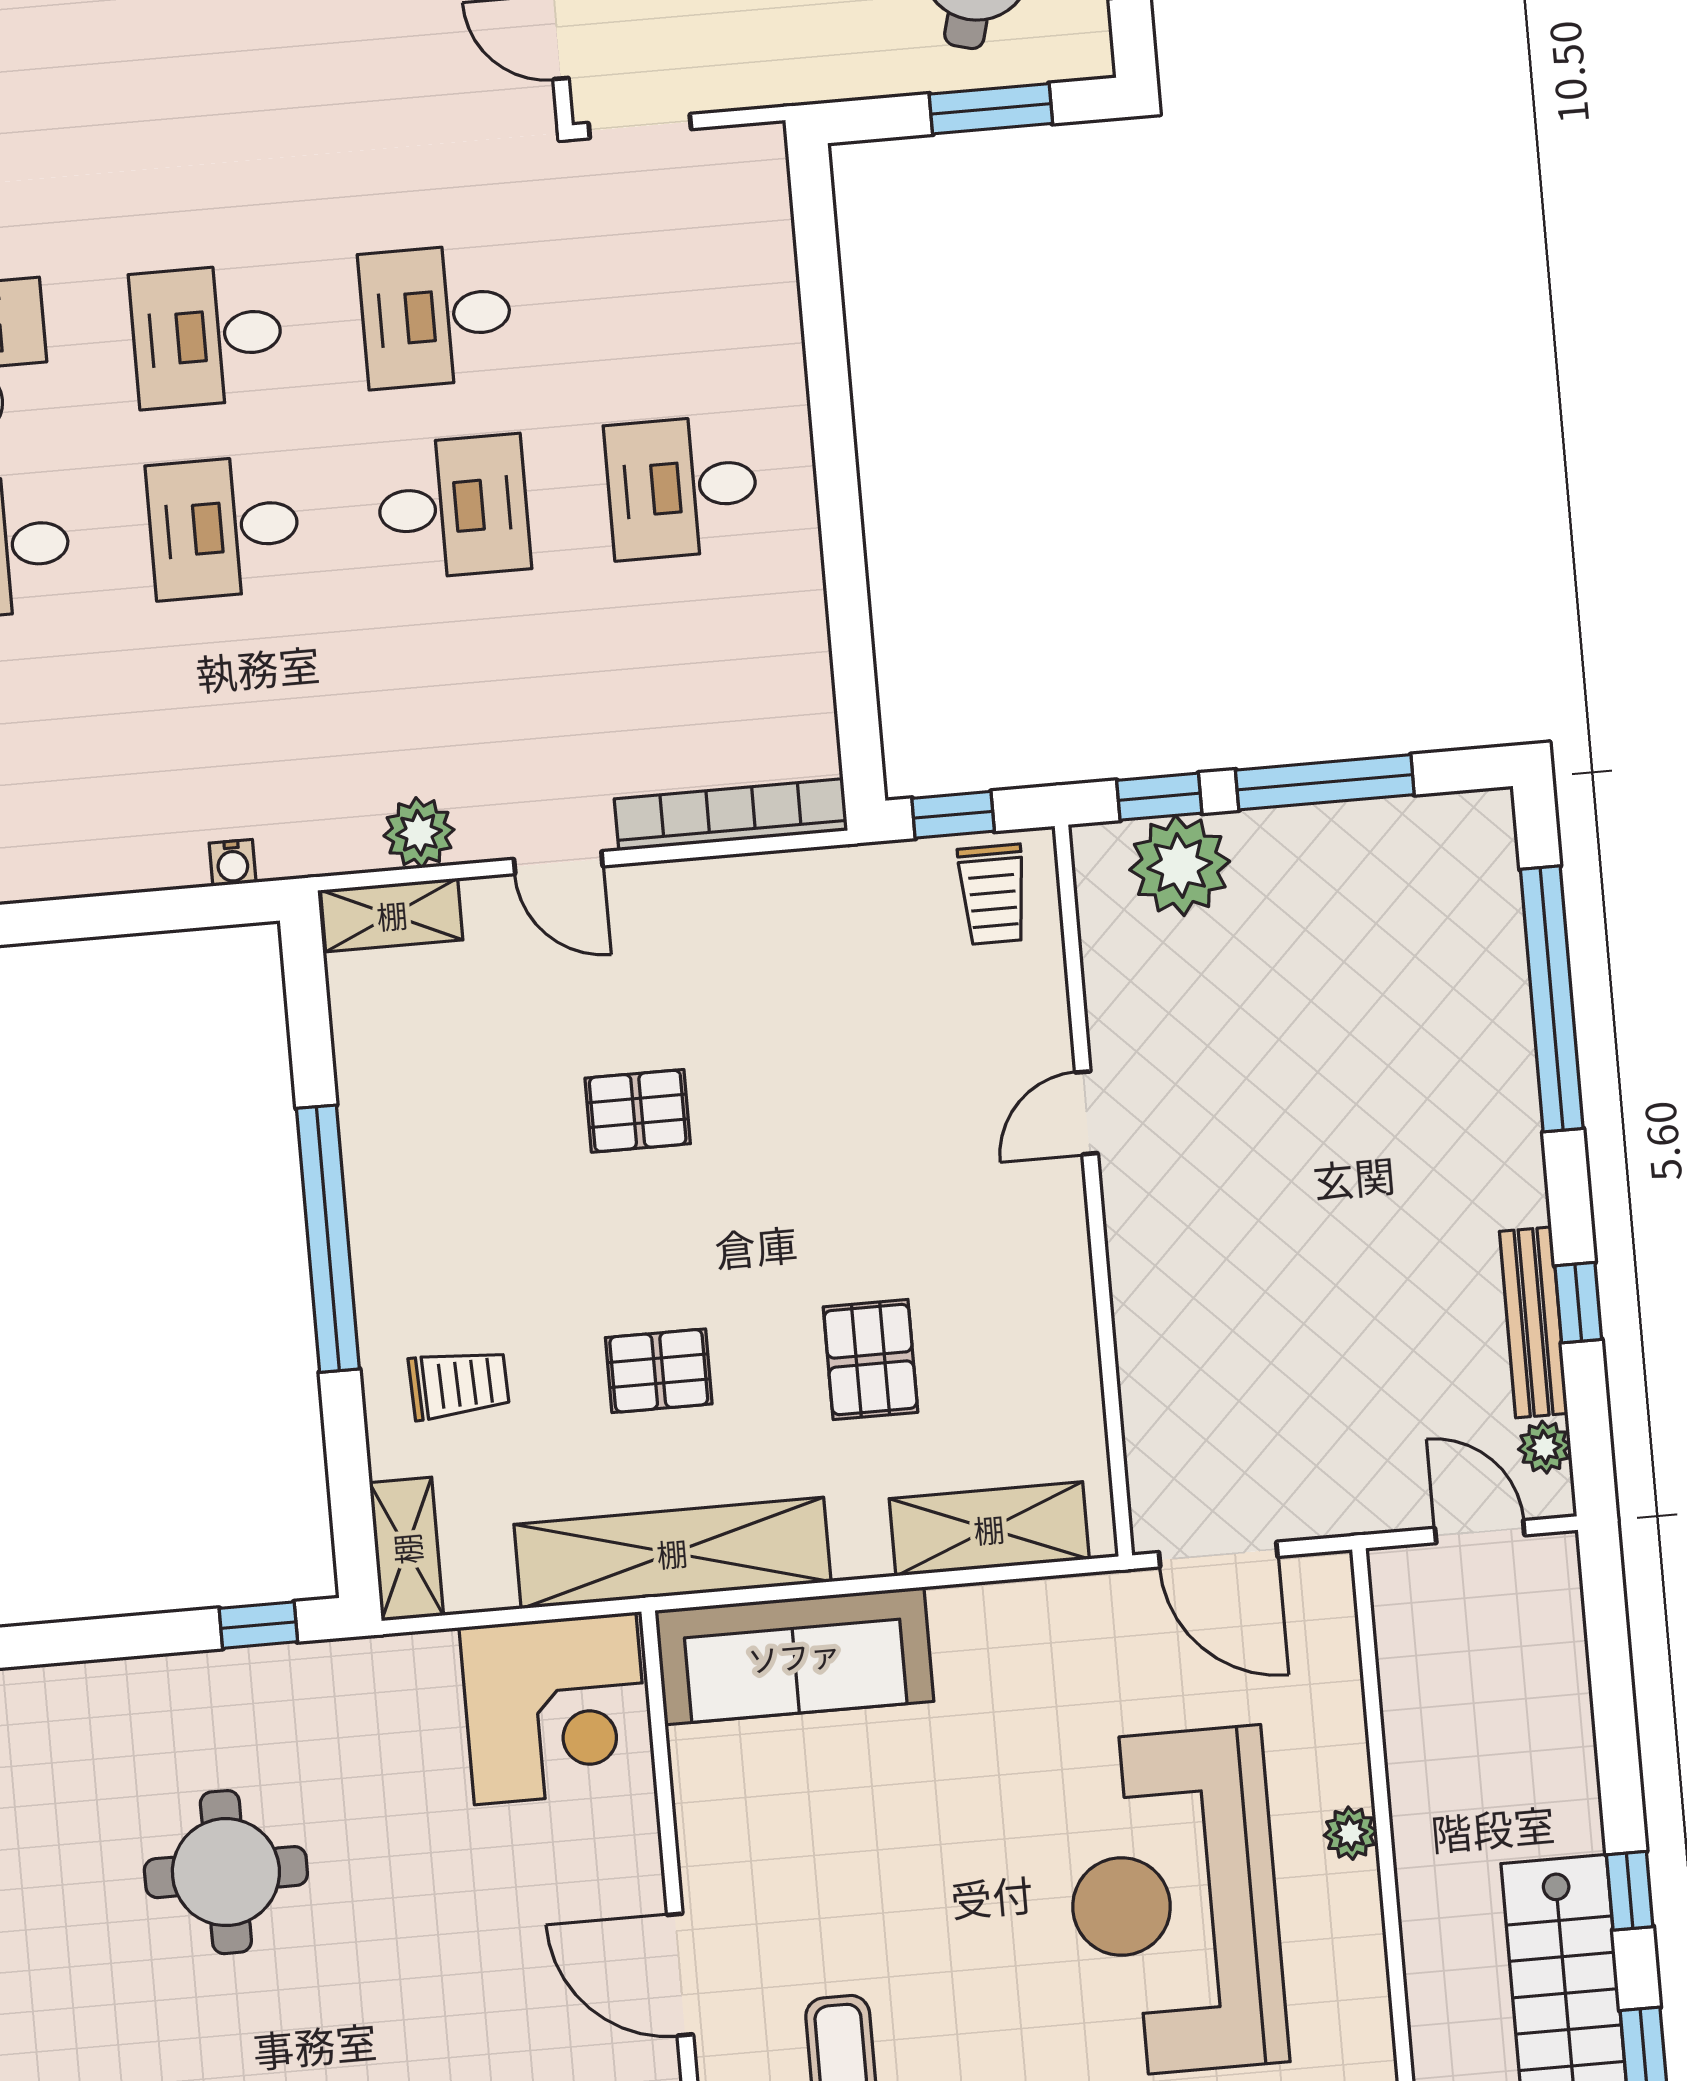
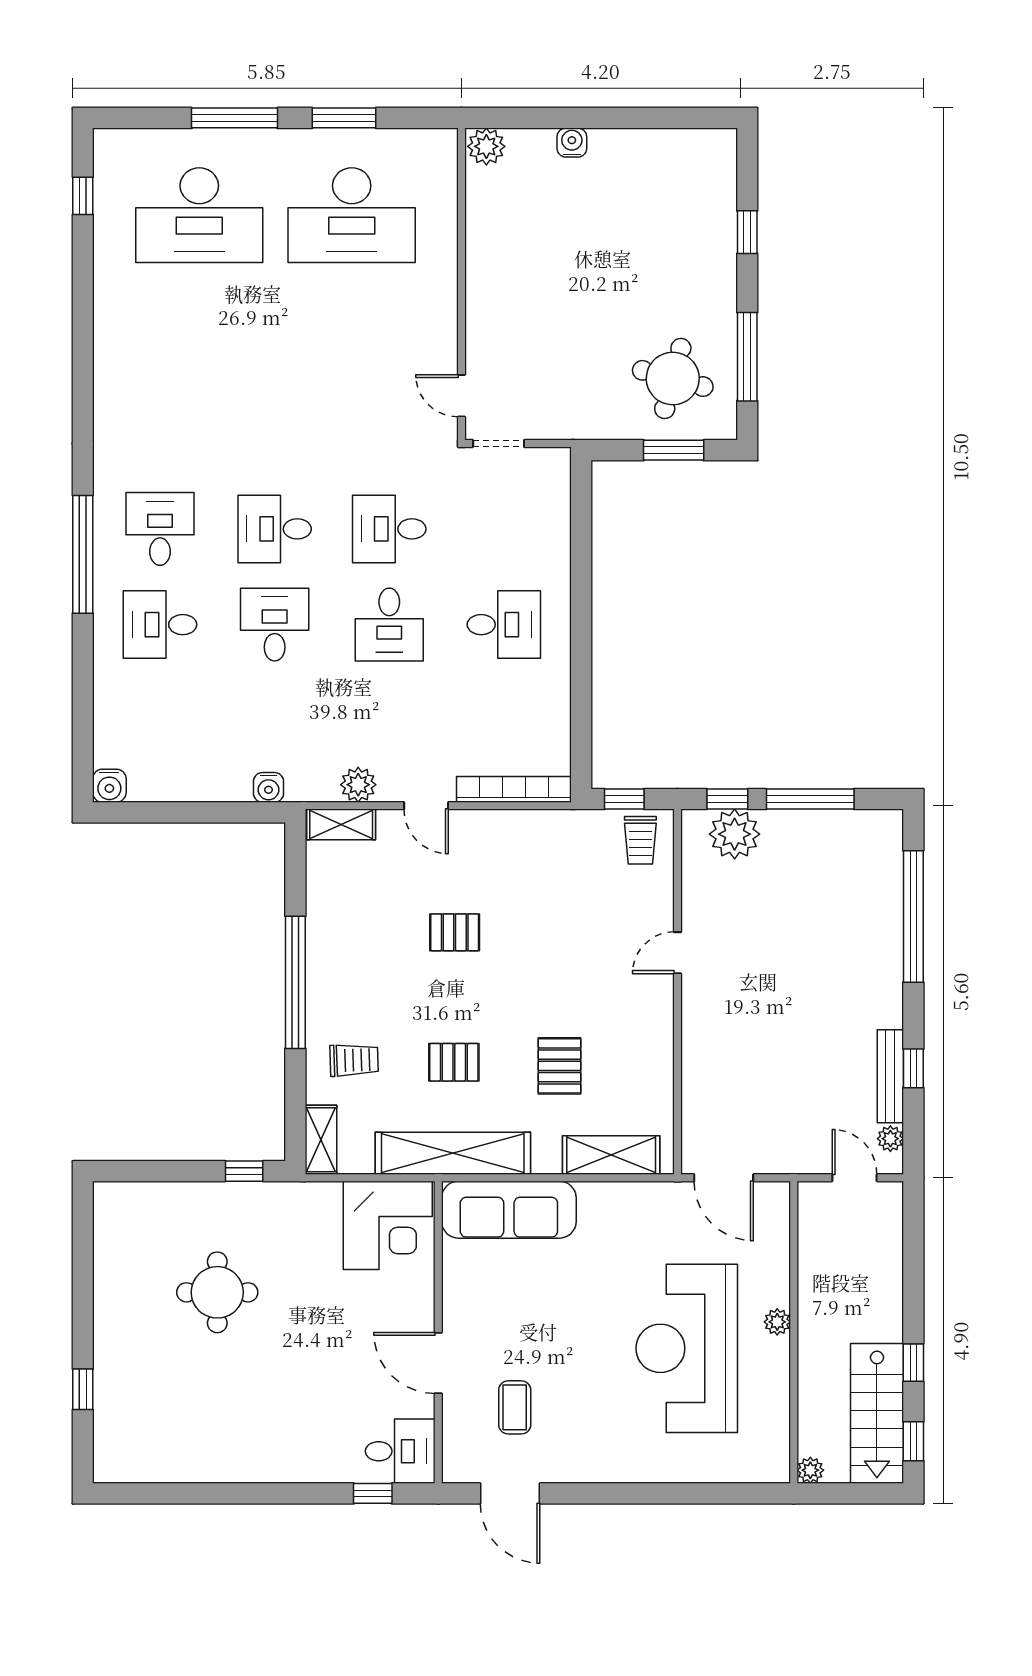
desk: (682, 487) -> (504, 625), turned 180
desk: (453, 507) -> (389, 625), turned 90
desk: (224, 527) -> (275, 625), turned 90
water cooler: (233, 863) -> (269, 787), width x1.38, depth x1.38

